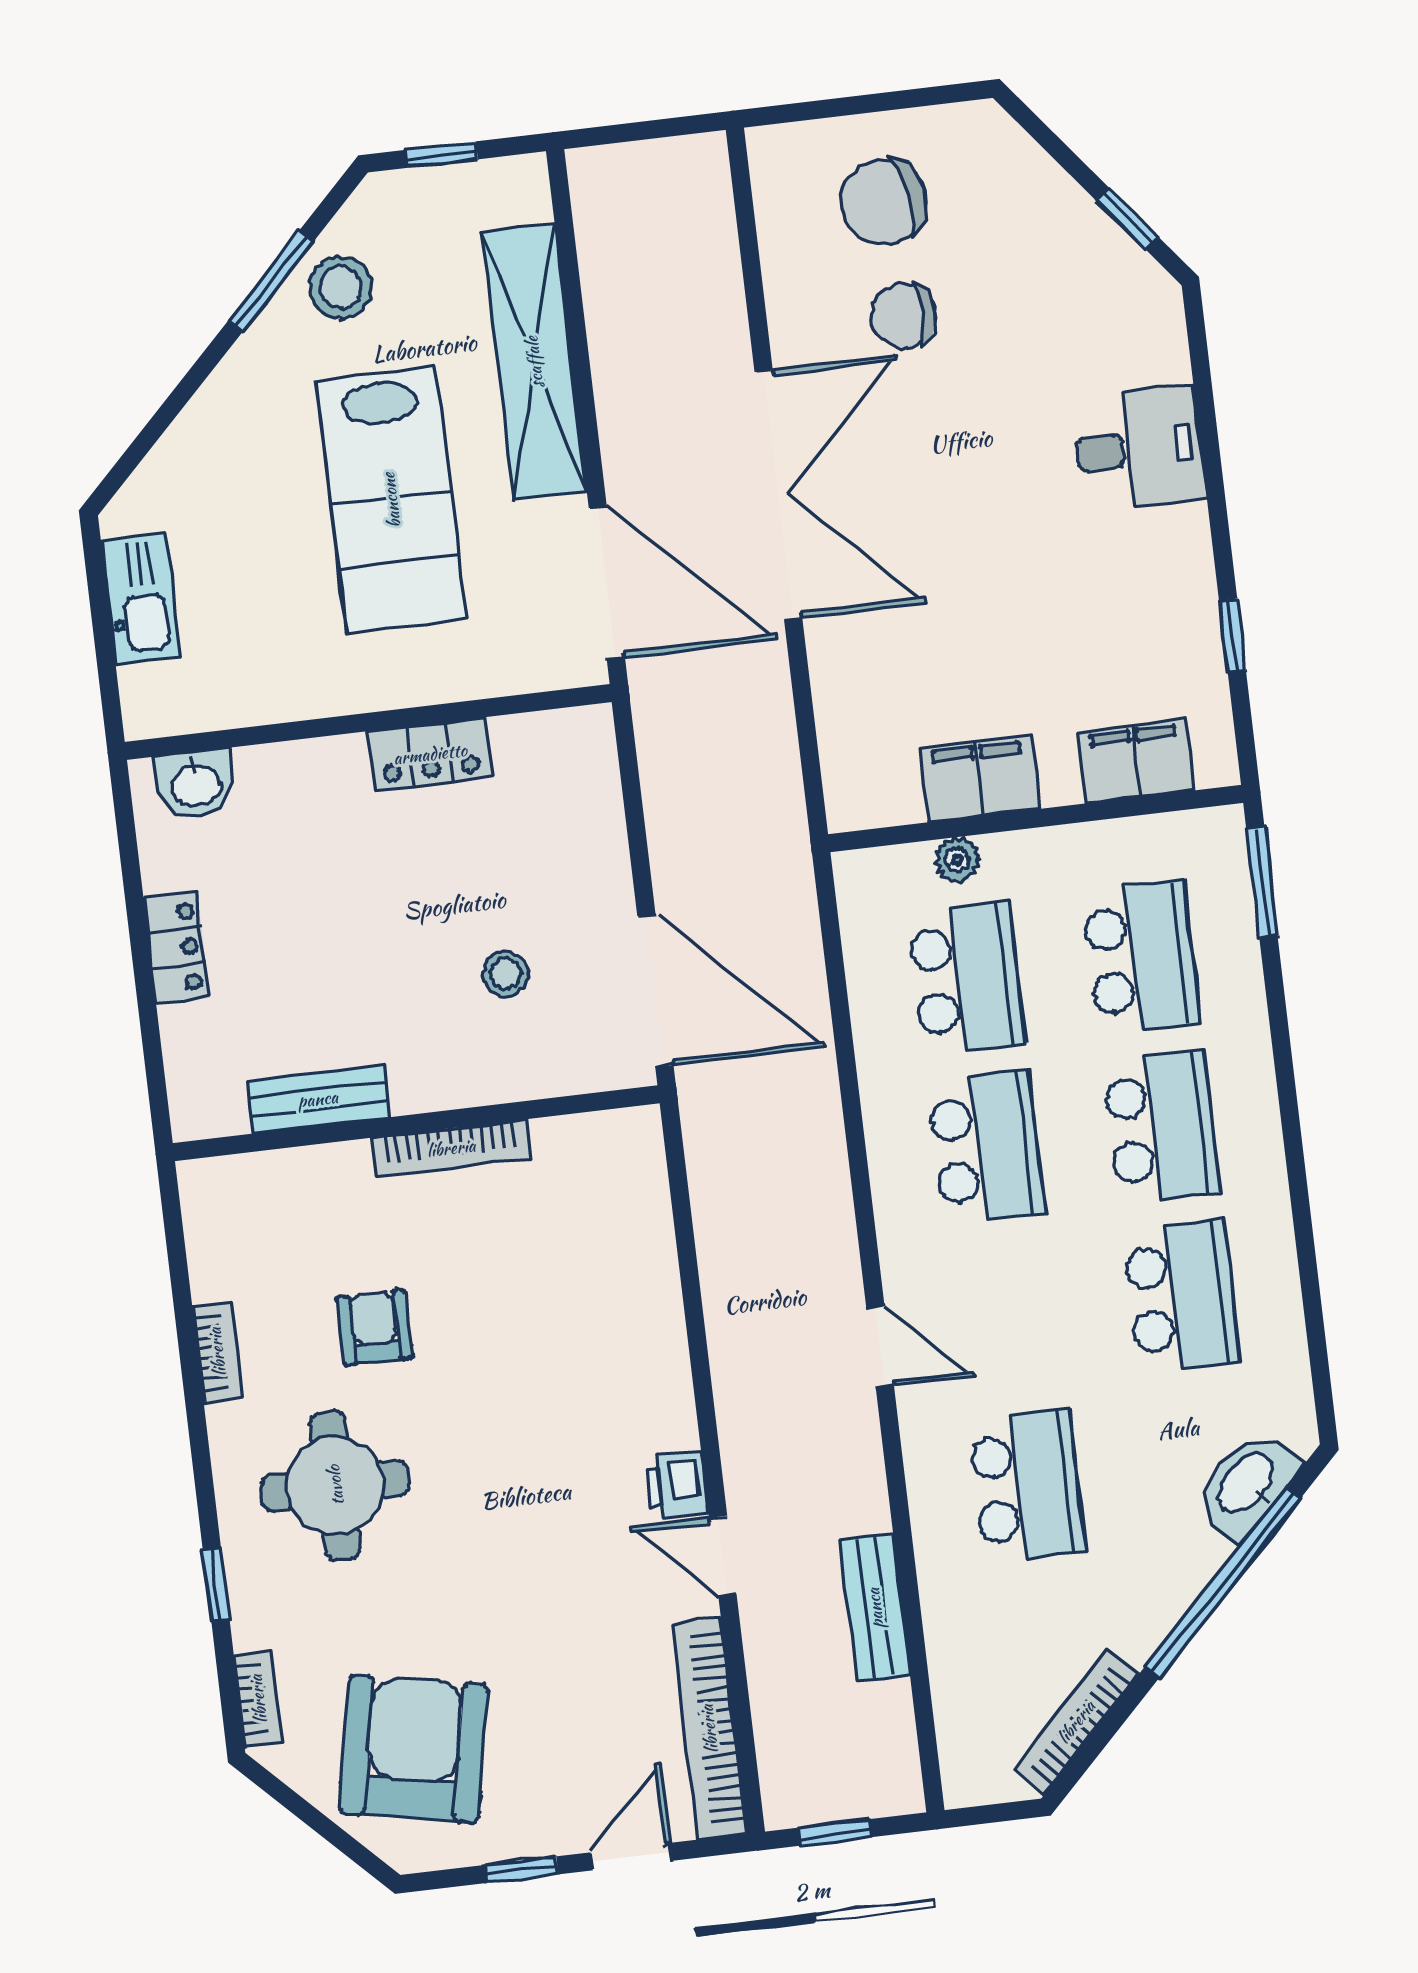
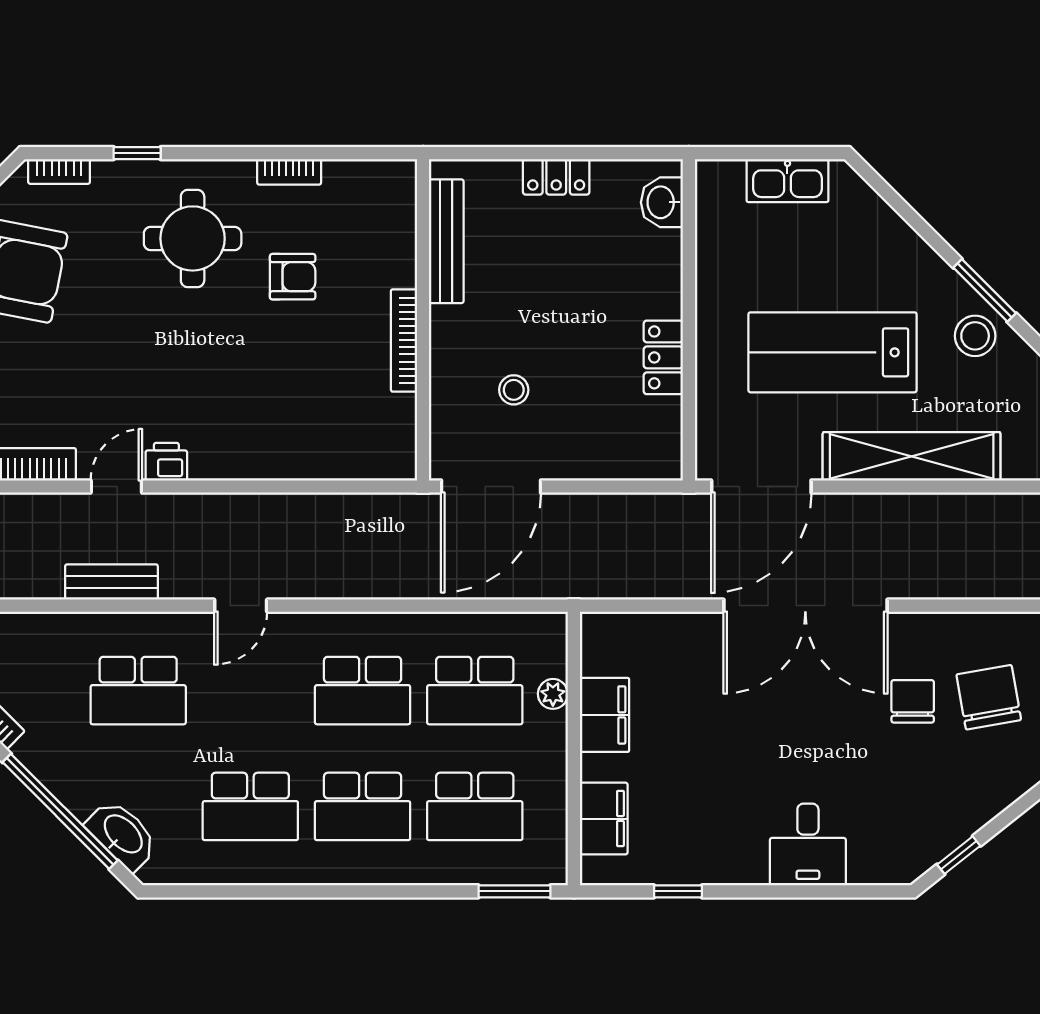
bench: (318, 1099) -> (446, 241), width x1.36
bench: (875, 1608) -> (111, 582), moved

